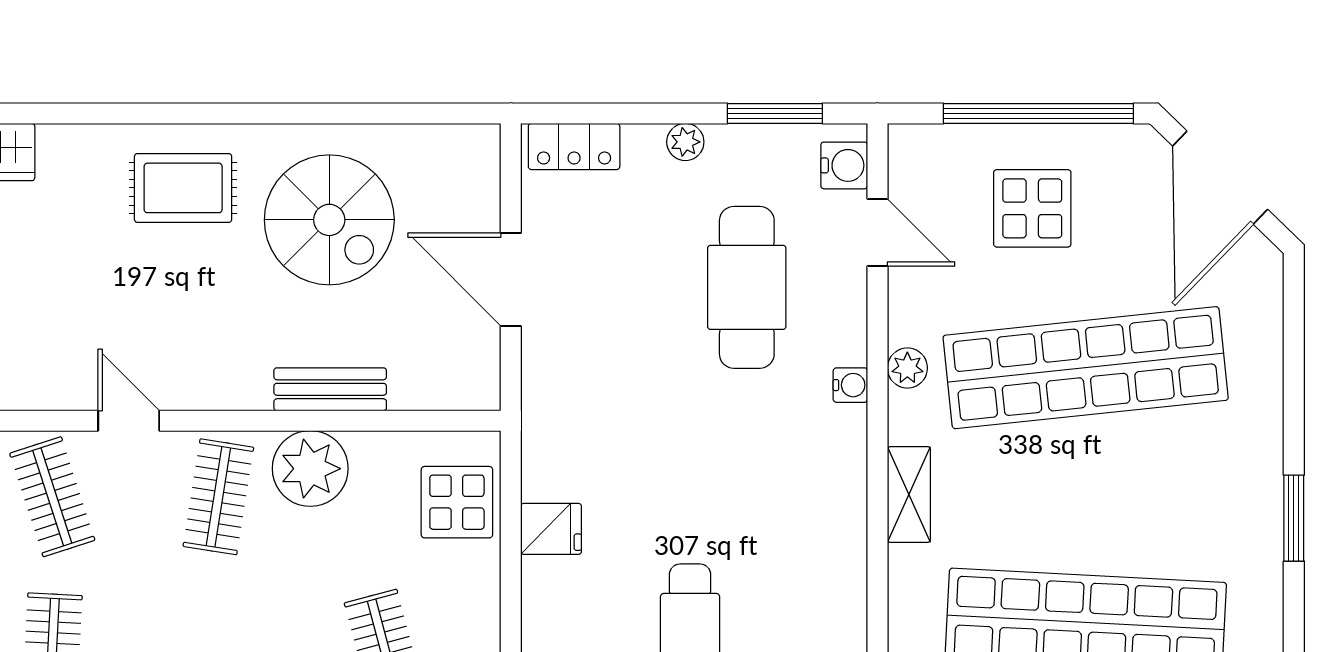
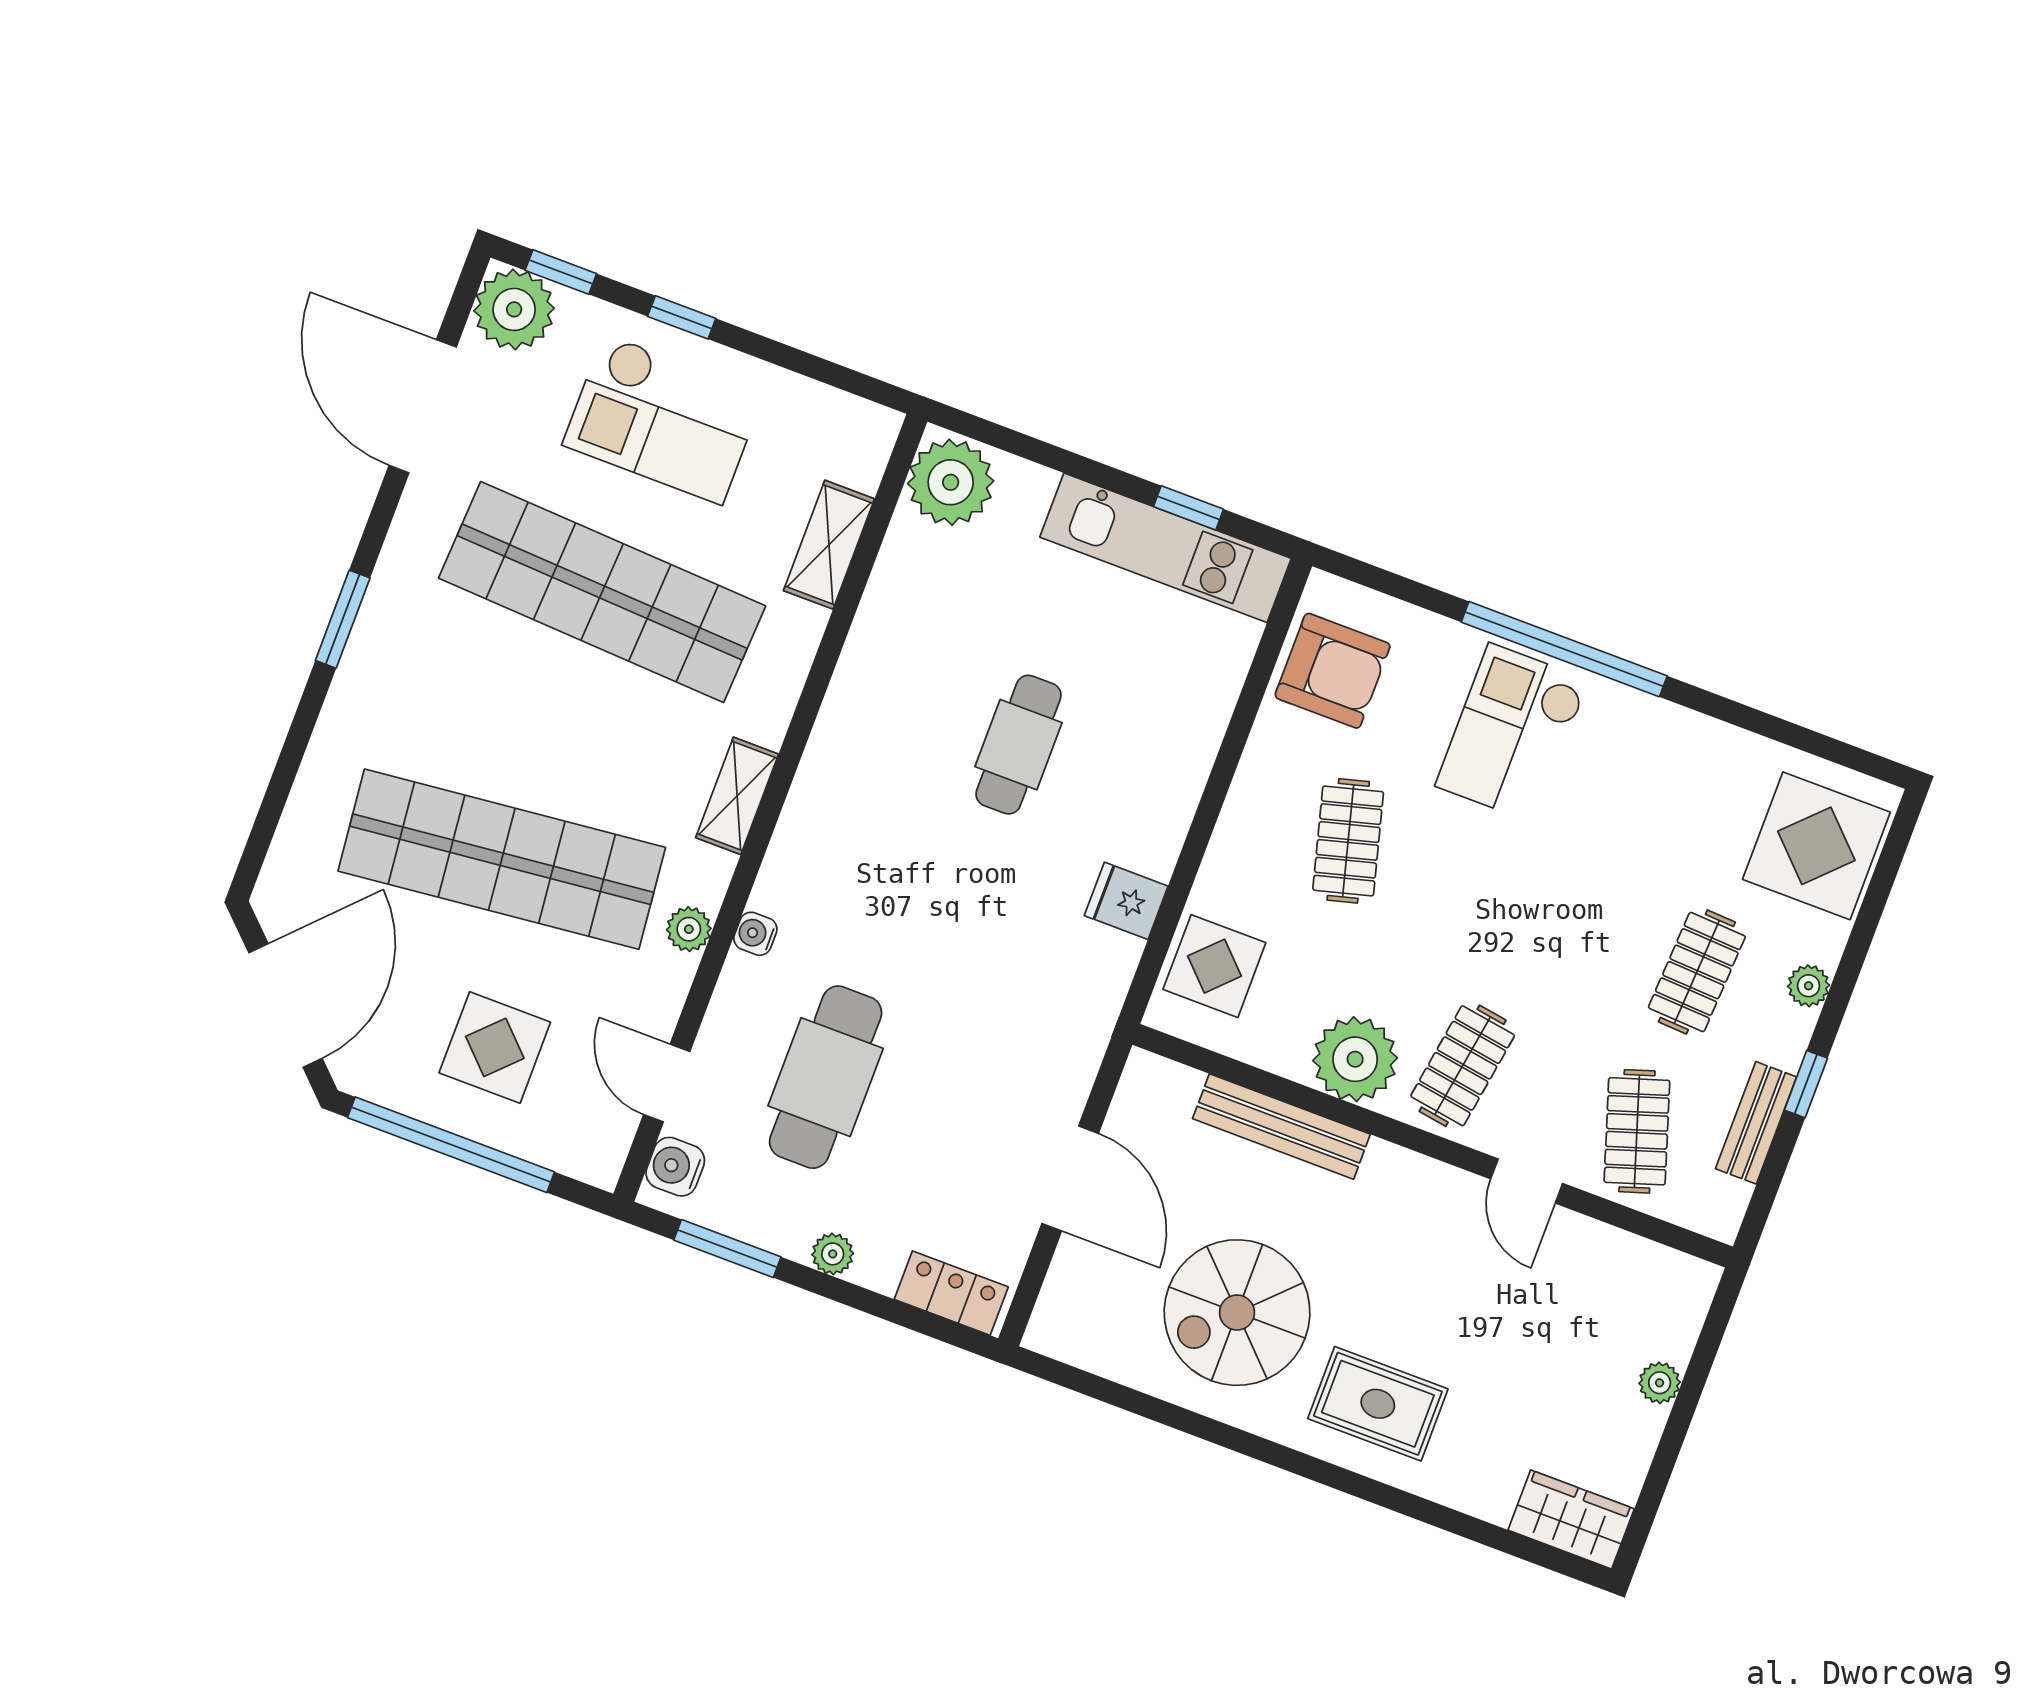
spiral stairs: (329, 220) -> (1237, 1313), turned -90
bench: (330, 389) -> (1281, 1126), width x1.36

